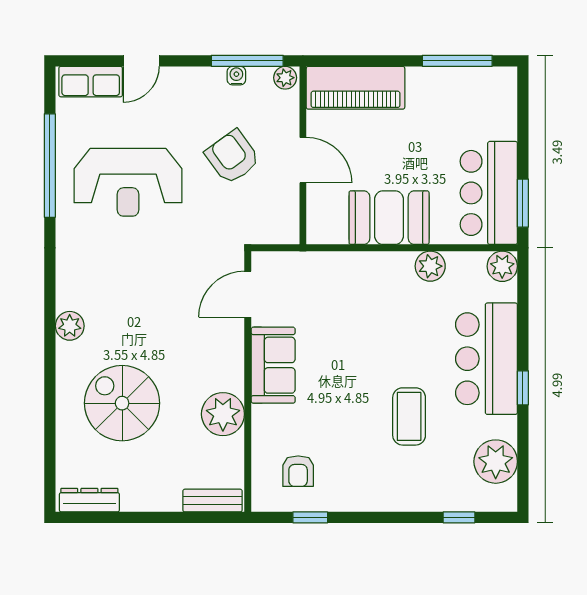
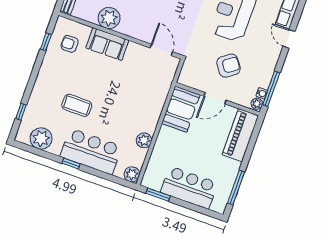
water cooler: (236, 76) -> (262, 93), moved
bar counter: (489, 193) -> (189, 188), moved
booth: (389, 218) -> (181, 109), moved
sofa: (273, 365) -> (107, 44), moved

